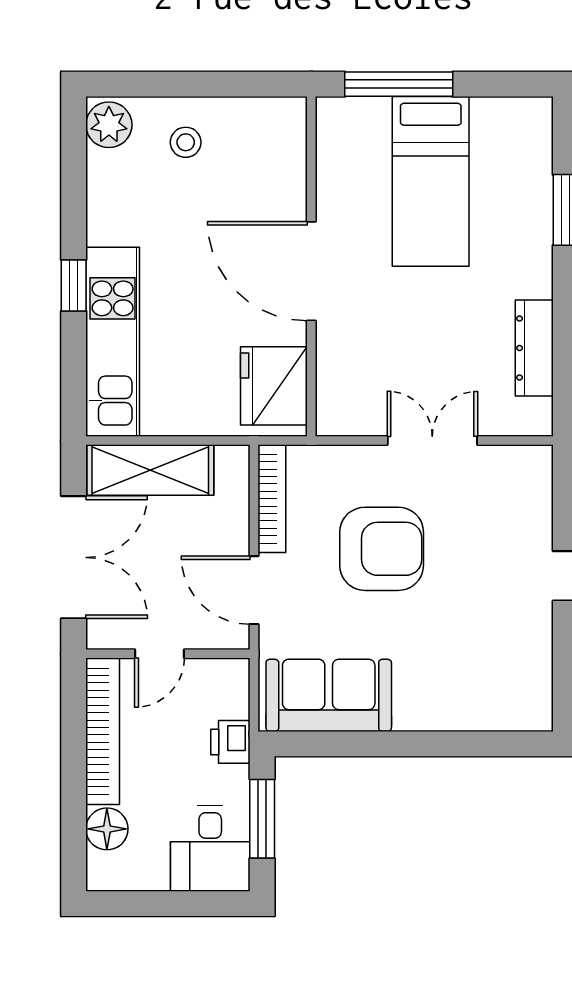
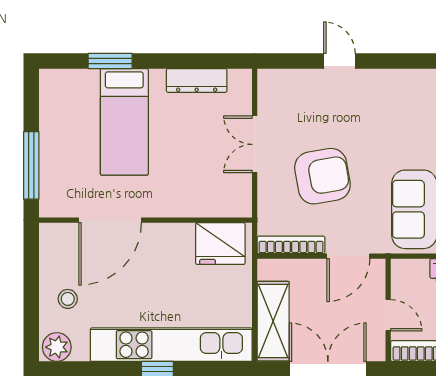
bed: (431, 181) -> (124, 122), moved, turned 90
door: (311, 271) -> (110, 220), moved
kitchen unit: (113, 342) -> (171, 345), width x1.36
armchair: (382, 549) -> (322, 176), turned 80

